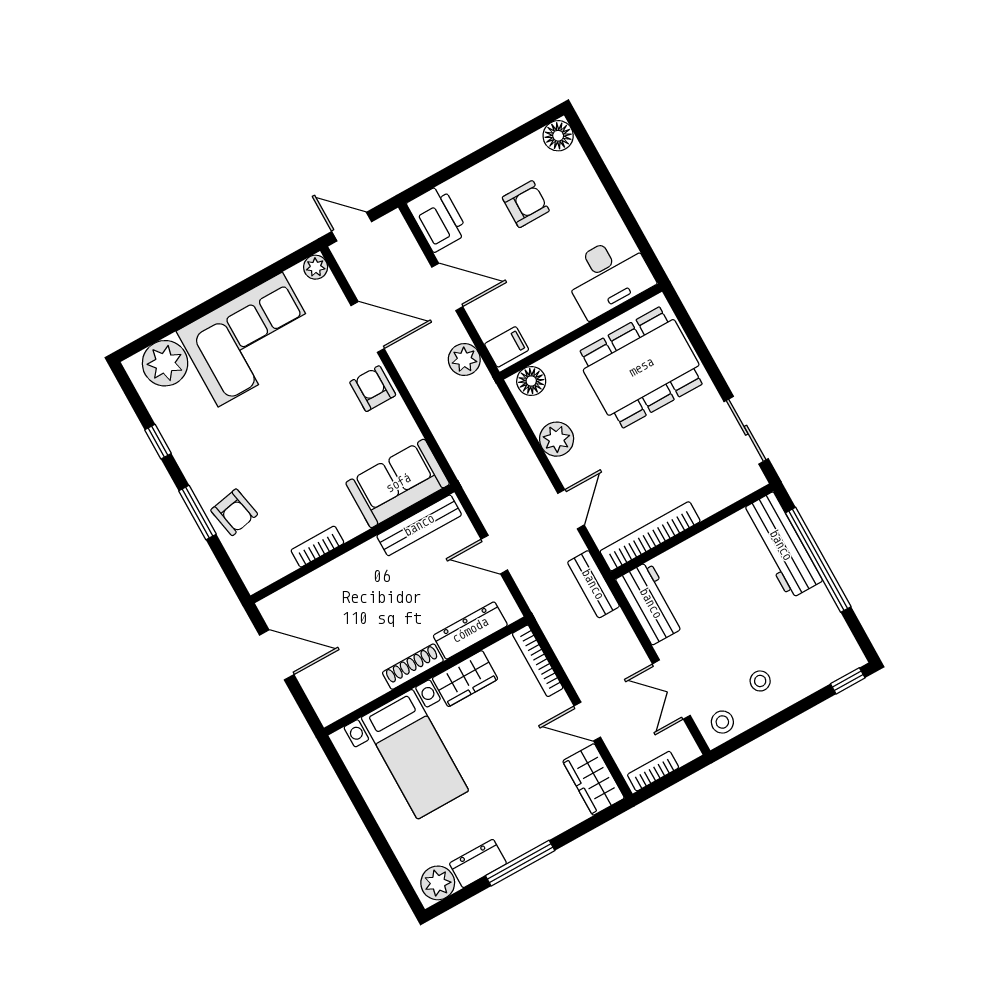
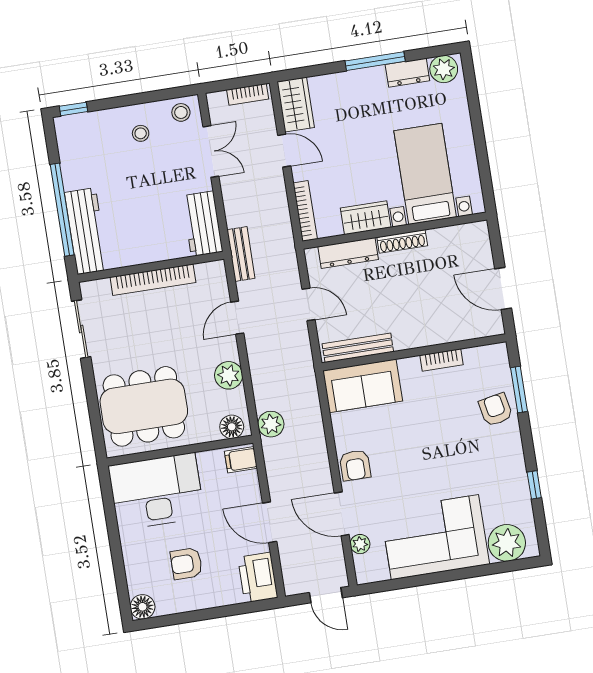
plant: (316, 267) -> (360, 544), moved
desk: (608, 276) -> (156, 491), width x1.36, depth x1.30
plant: (464, 360) -> (271, 424), moved
window: (197, 513) -> (519, 390), moved
bookcase: (650, 536) -> (153, 280), moved

